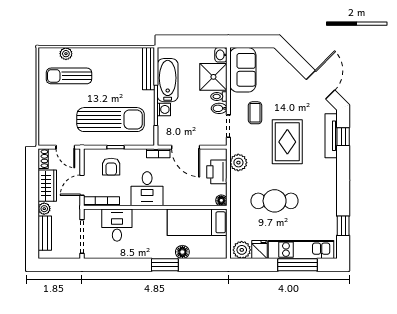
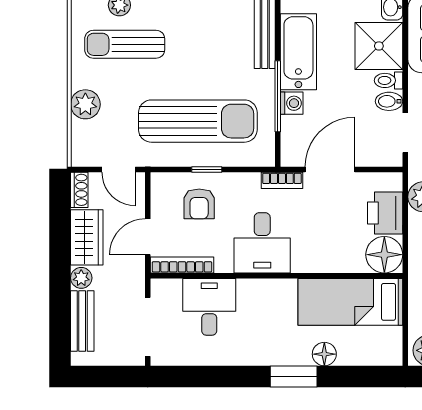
plant: (47, 110) -> (85, 104), added
door: (186, 147) -> (330, 169), swing flipped
floor lamp: (221, 200) -> (384, 255), width x1.89, depth x1.89

